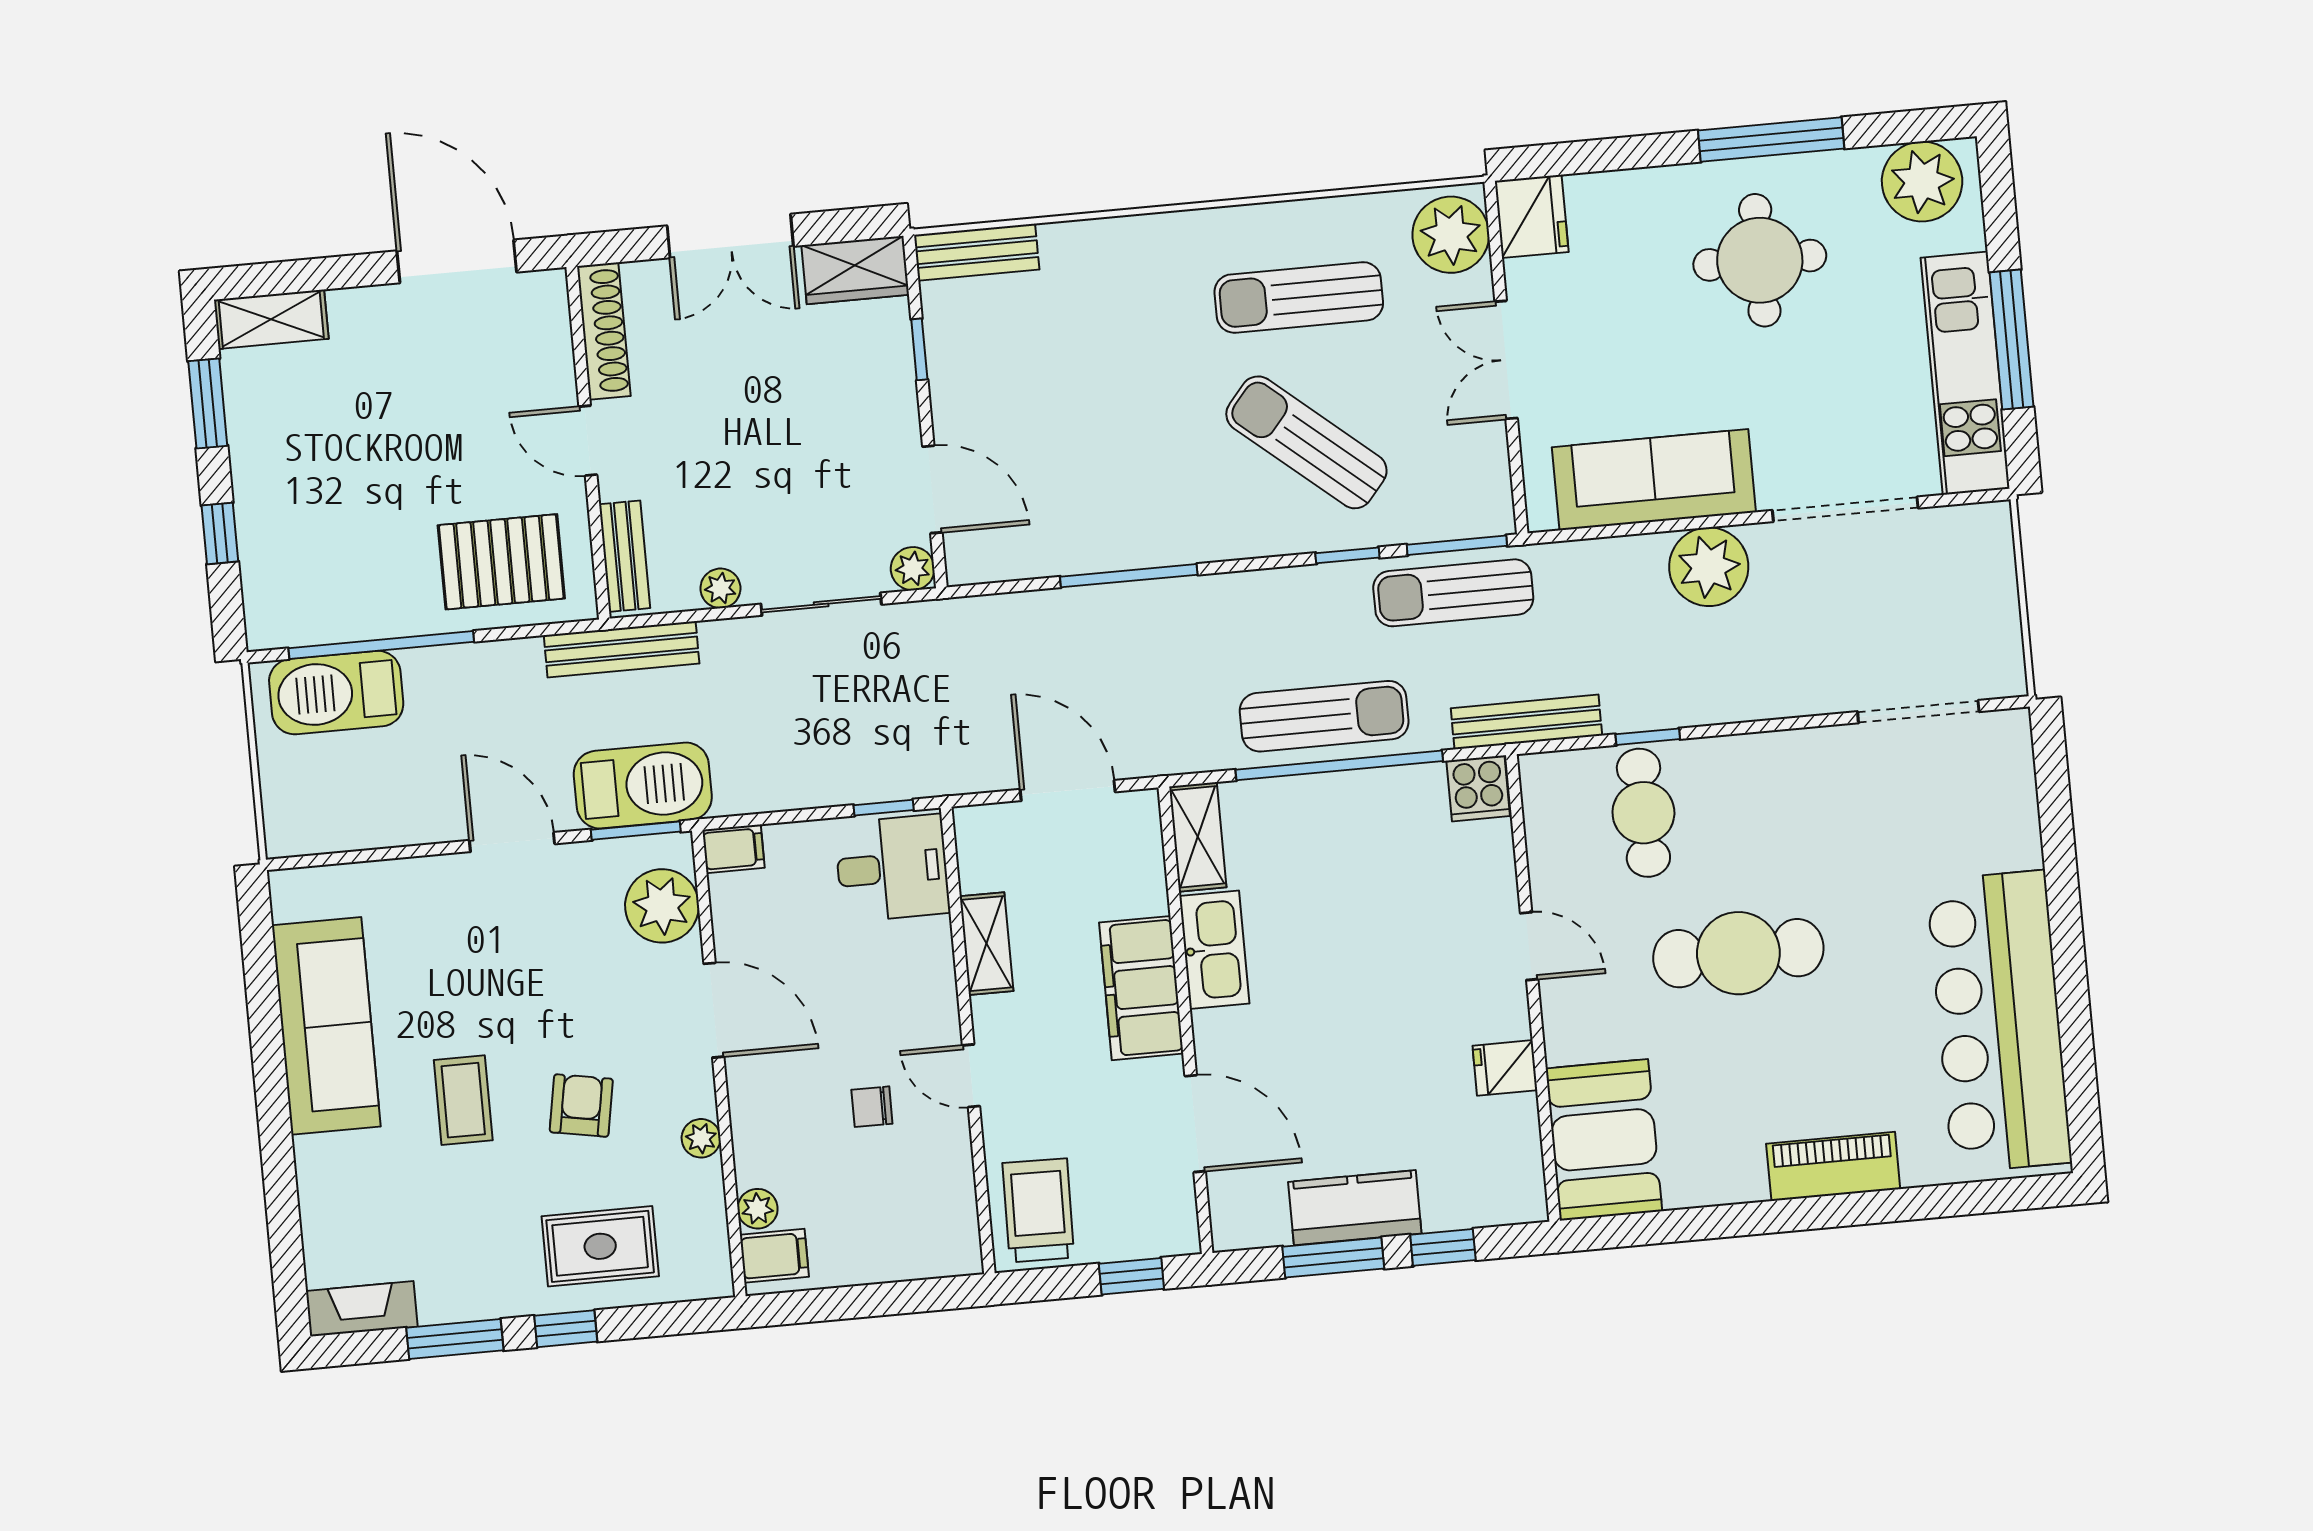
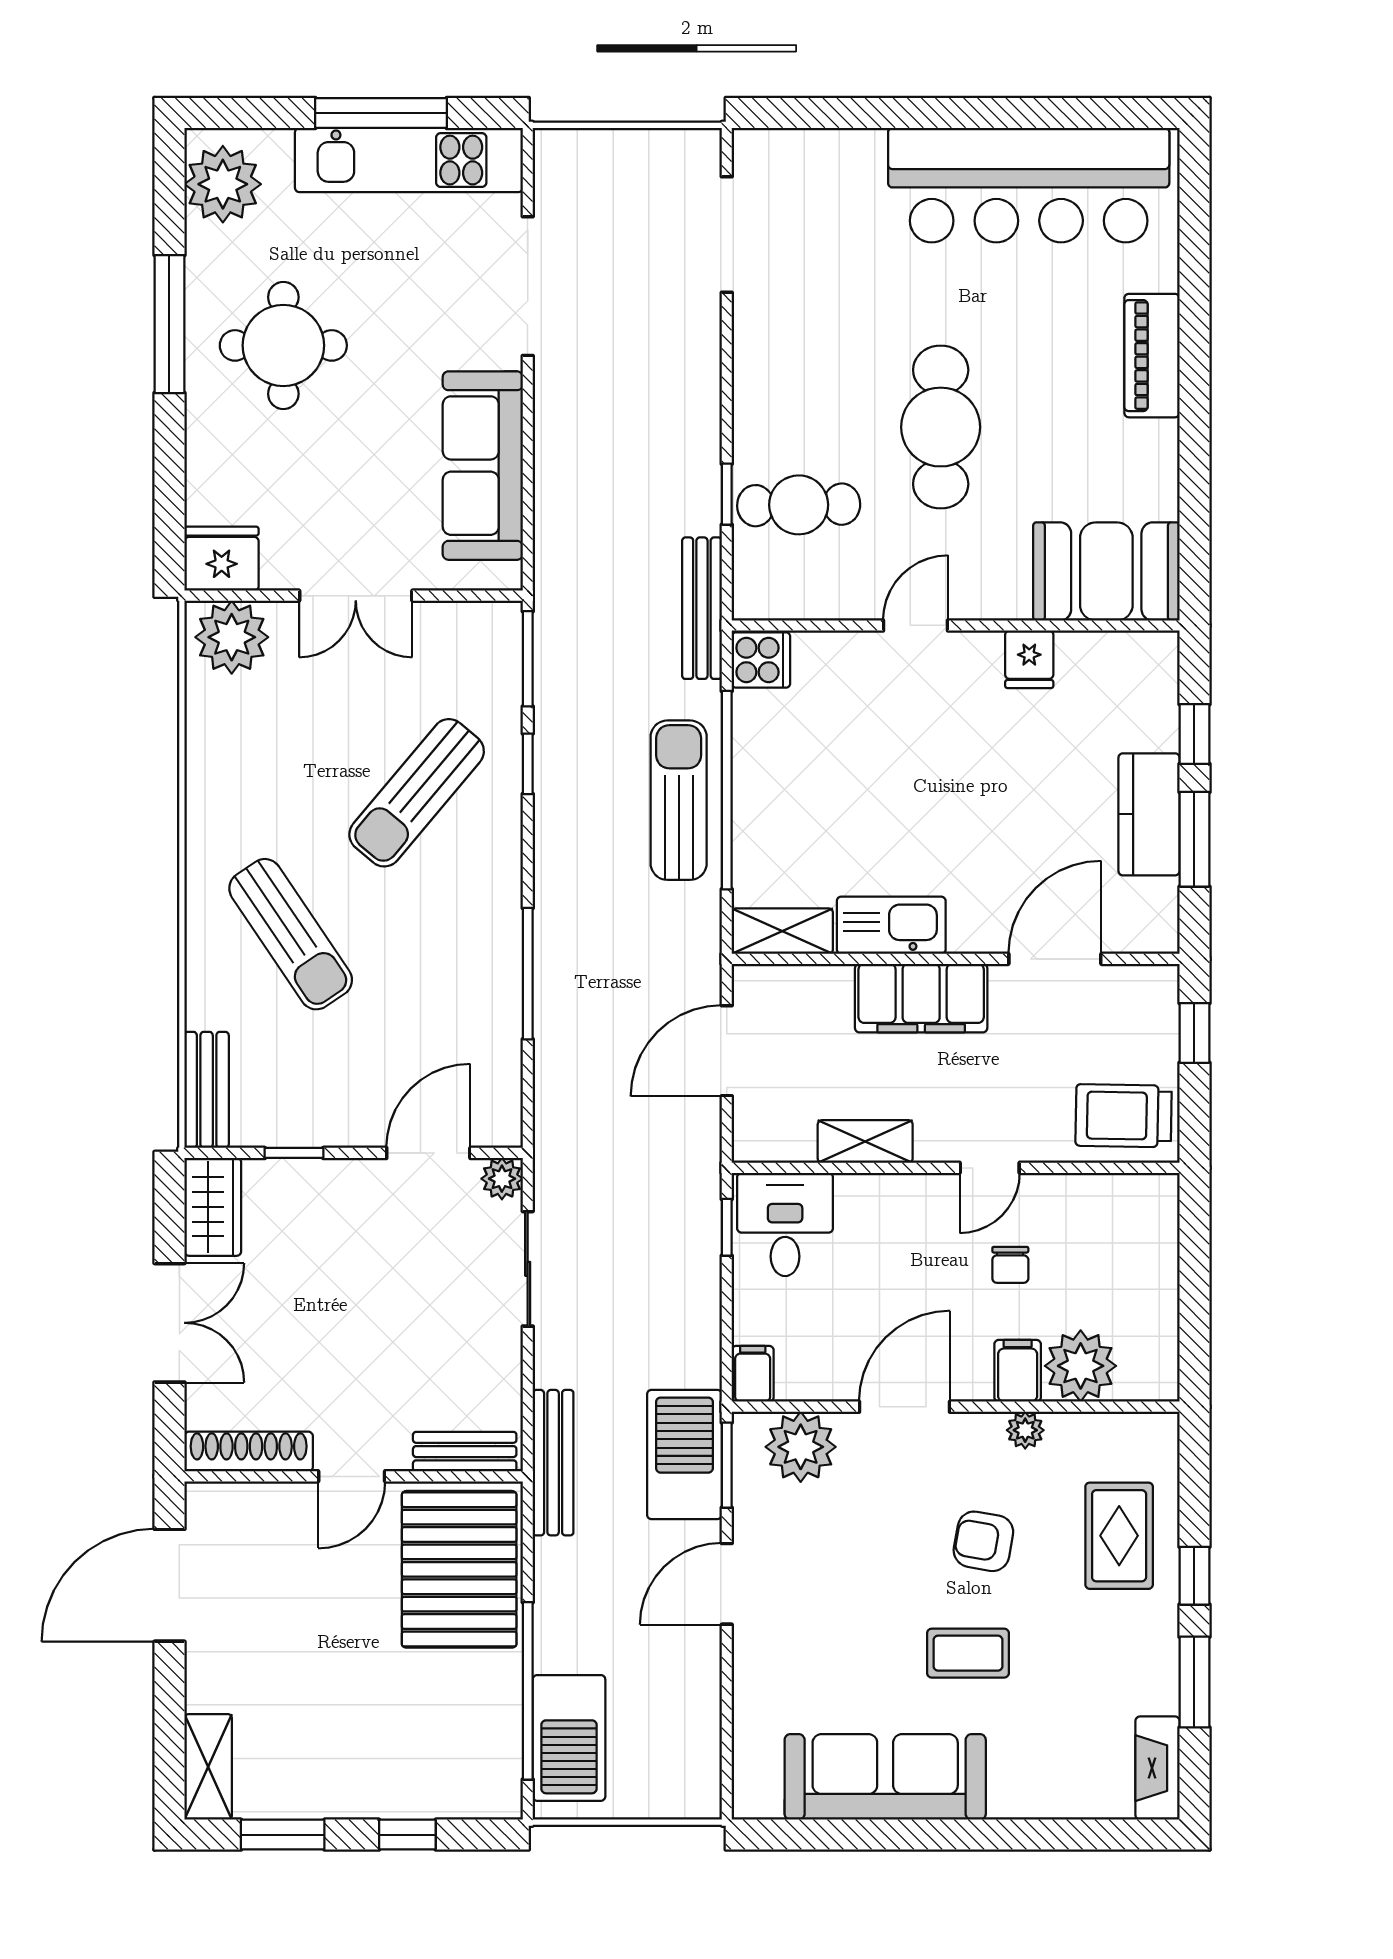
sun lounger: (1299, 297) -> (291, 934), moved, turned -34
pallet: (501, 562) -> (459, 1569), width x1.37, depth x1.41
plant: (1709, 567) -> (570, 421), removed
plant: (720, 588) -> (504, 1363), removed
sun lounger: (1453, 593) -> (573, 666), removed
plant: (758, 1209) -> (1081, 1366), width x1.88, depth x1.88
filing cabinet: (774, 1256) -> (1018, 1371), moved

